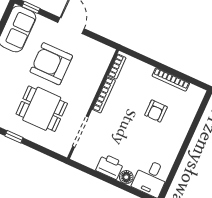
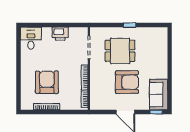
armchair: (156, 111) -> (47, 82), width x1.88, depth x1.88
floor lamp: (126, 177) -> (47, 32), removed

